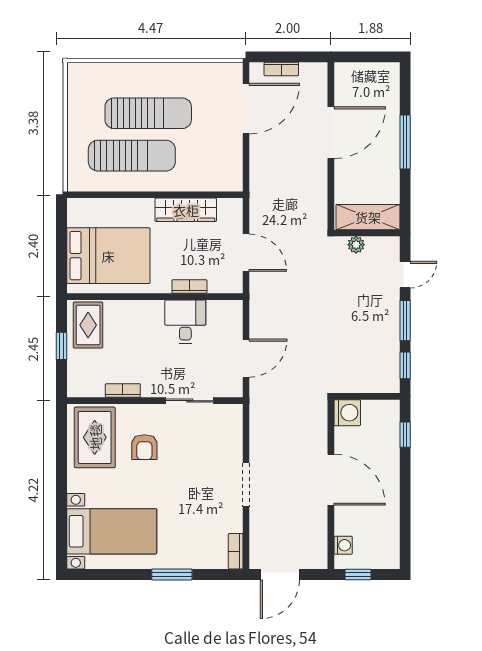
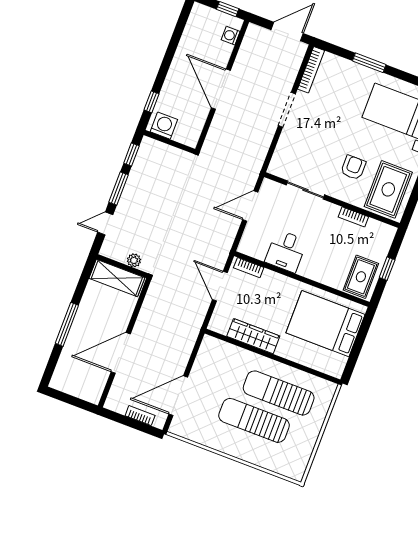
bookcase: (189, 286) -> (249, 268), moved
washing machine: (347, 413) -> (164, 126), moved, turned 90
bookcase: (236, 551) -> (311, 70), width x1.56

